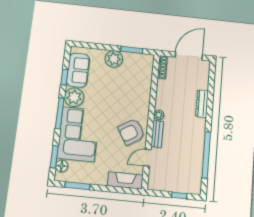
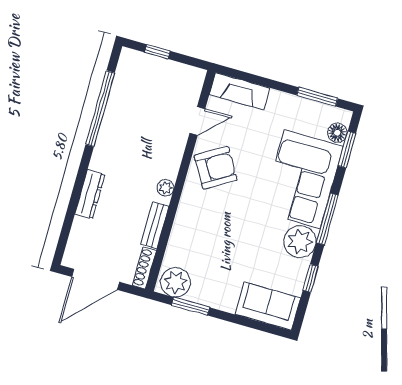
plant: (114, 59) -> (175, 282), moved
sofa: (78, 70) -> (268, 306), moved, turned 90
bench: (157, 134) -> (155, 225), moved

